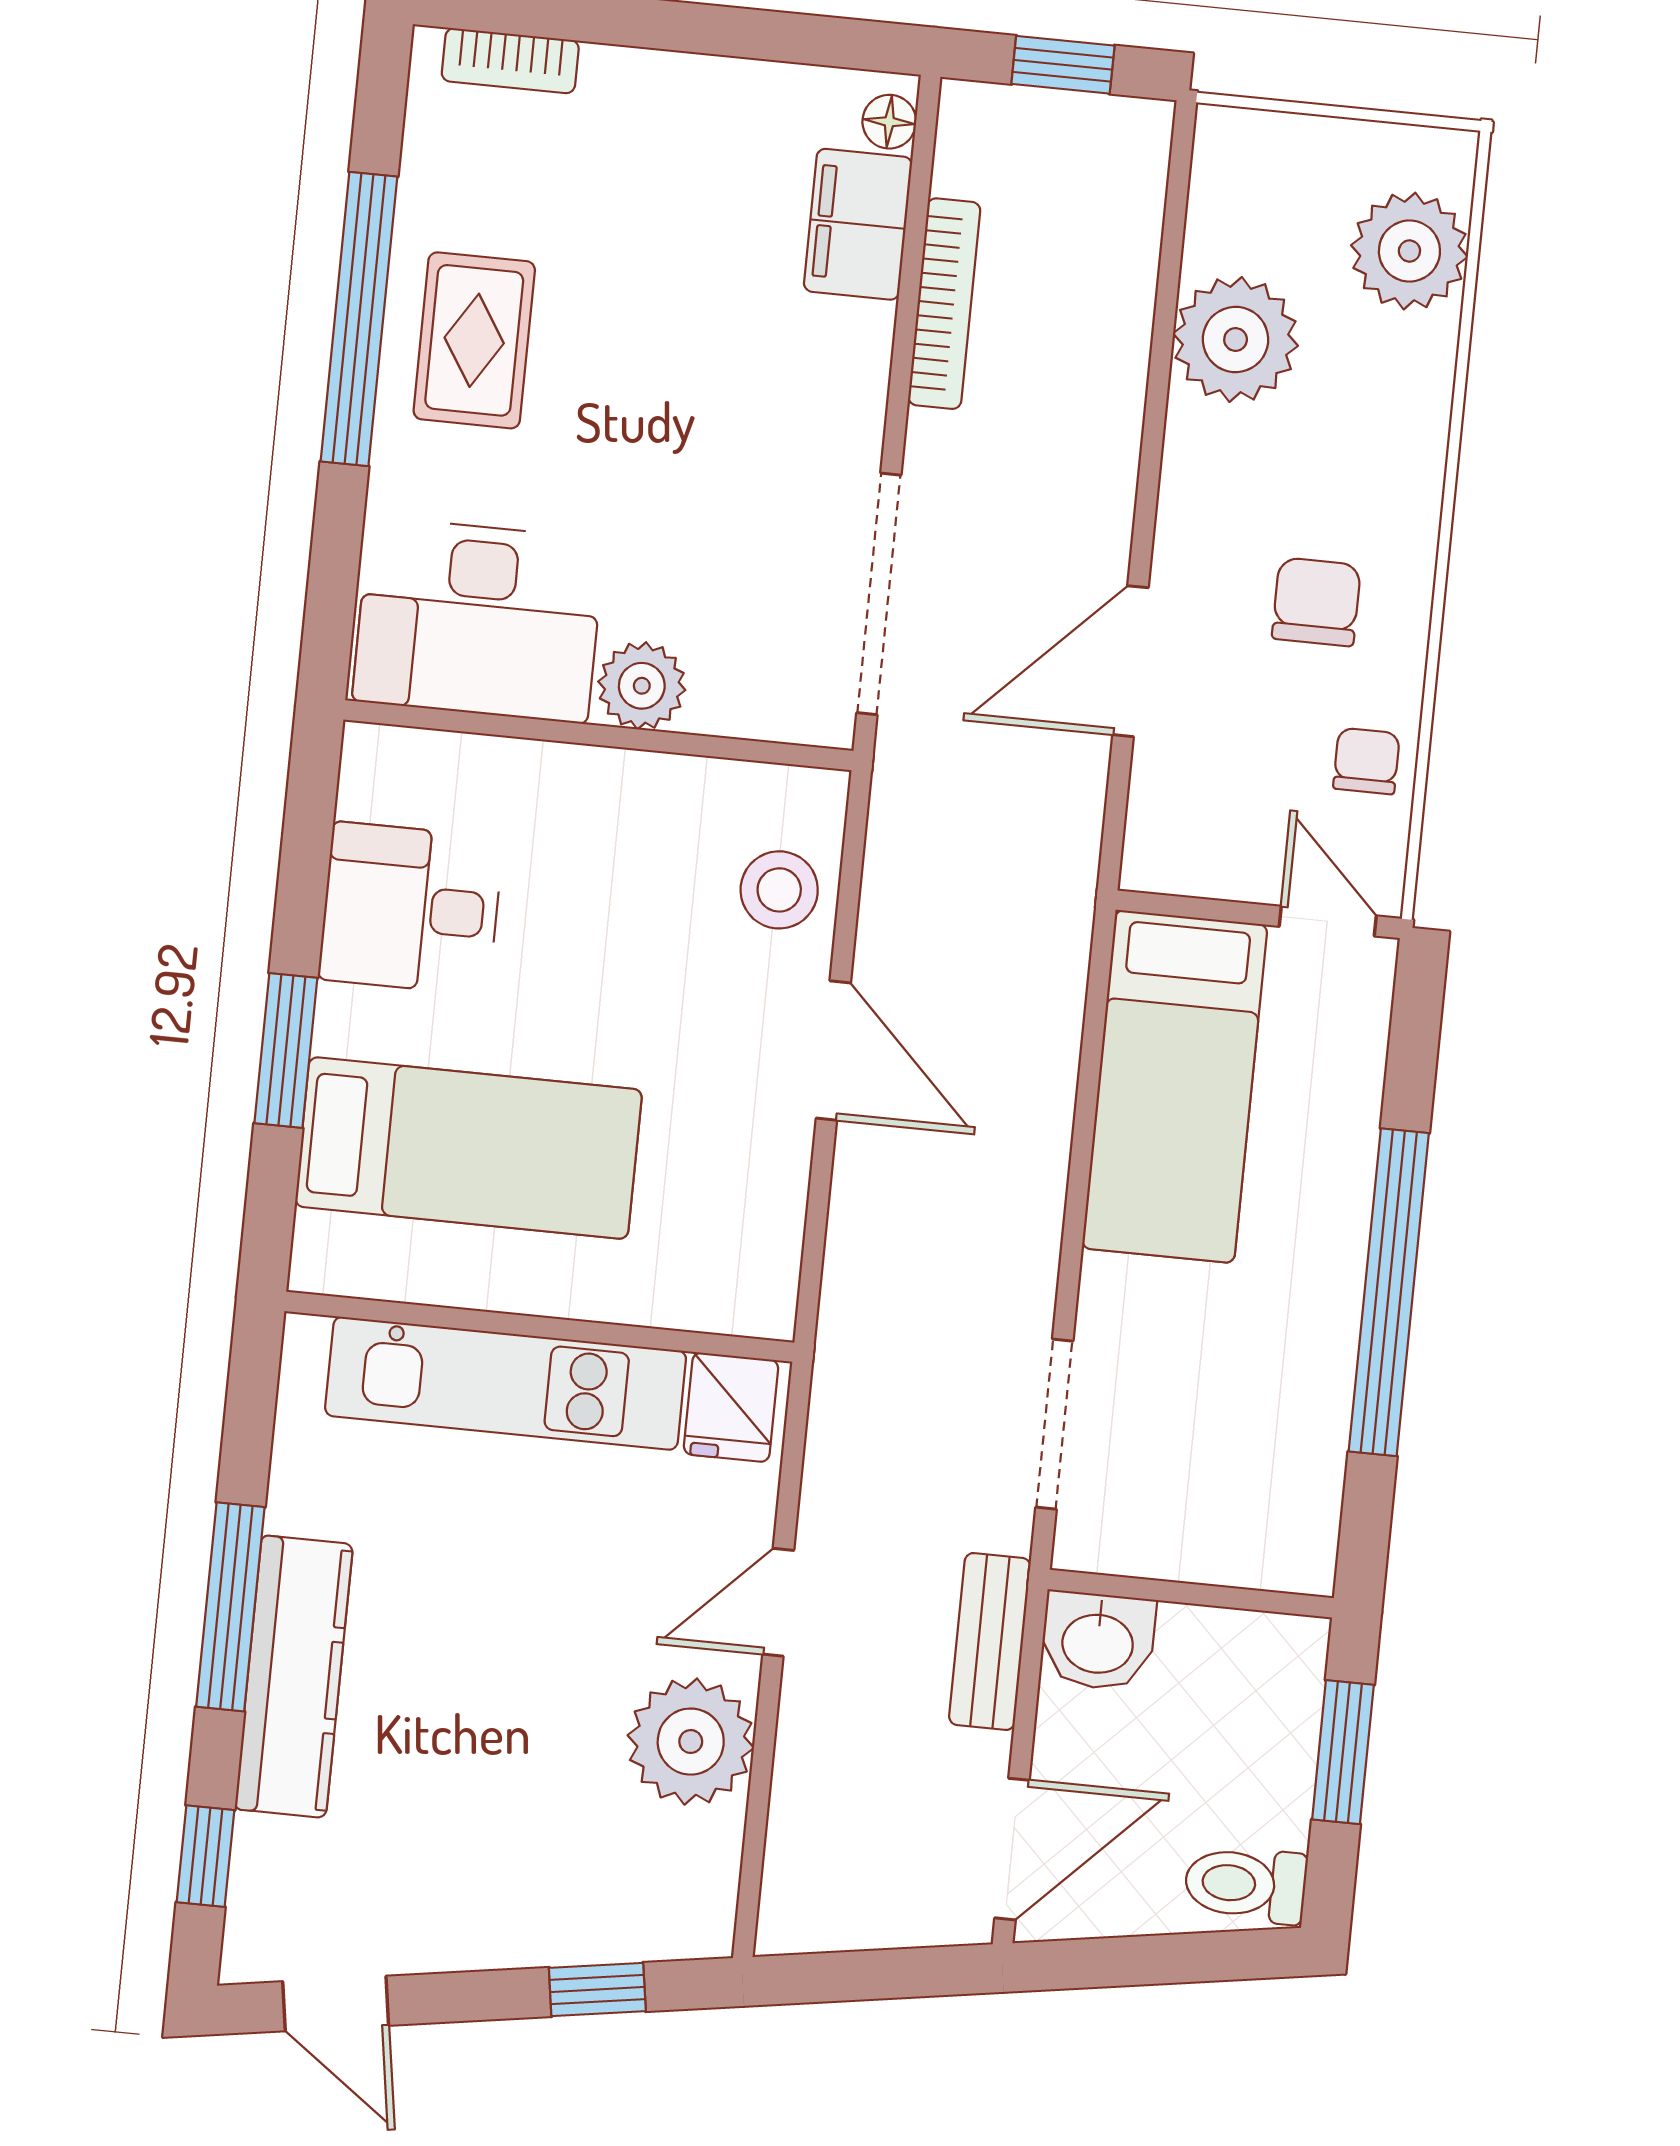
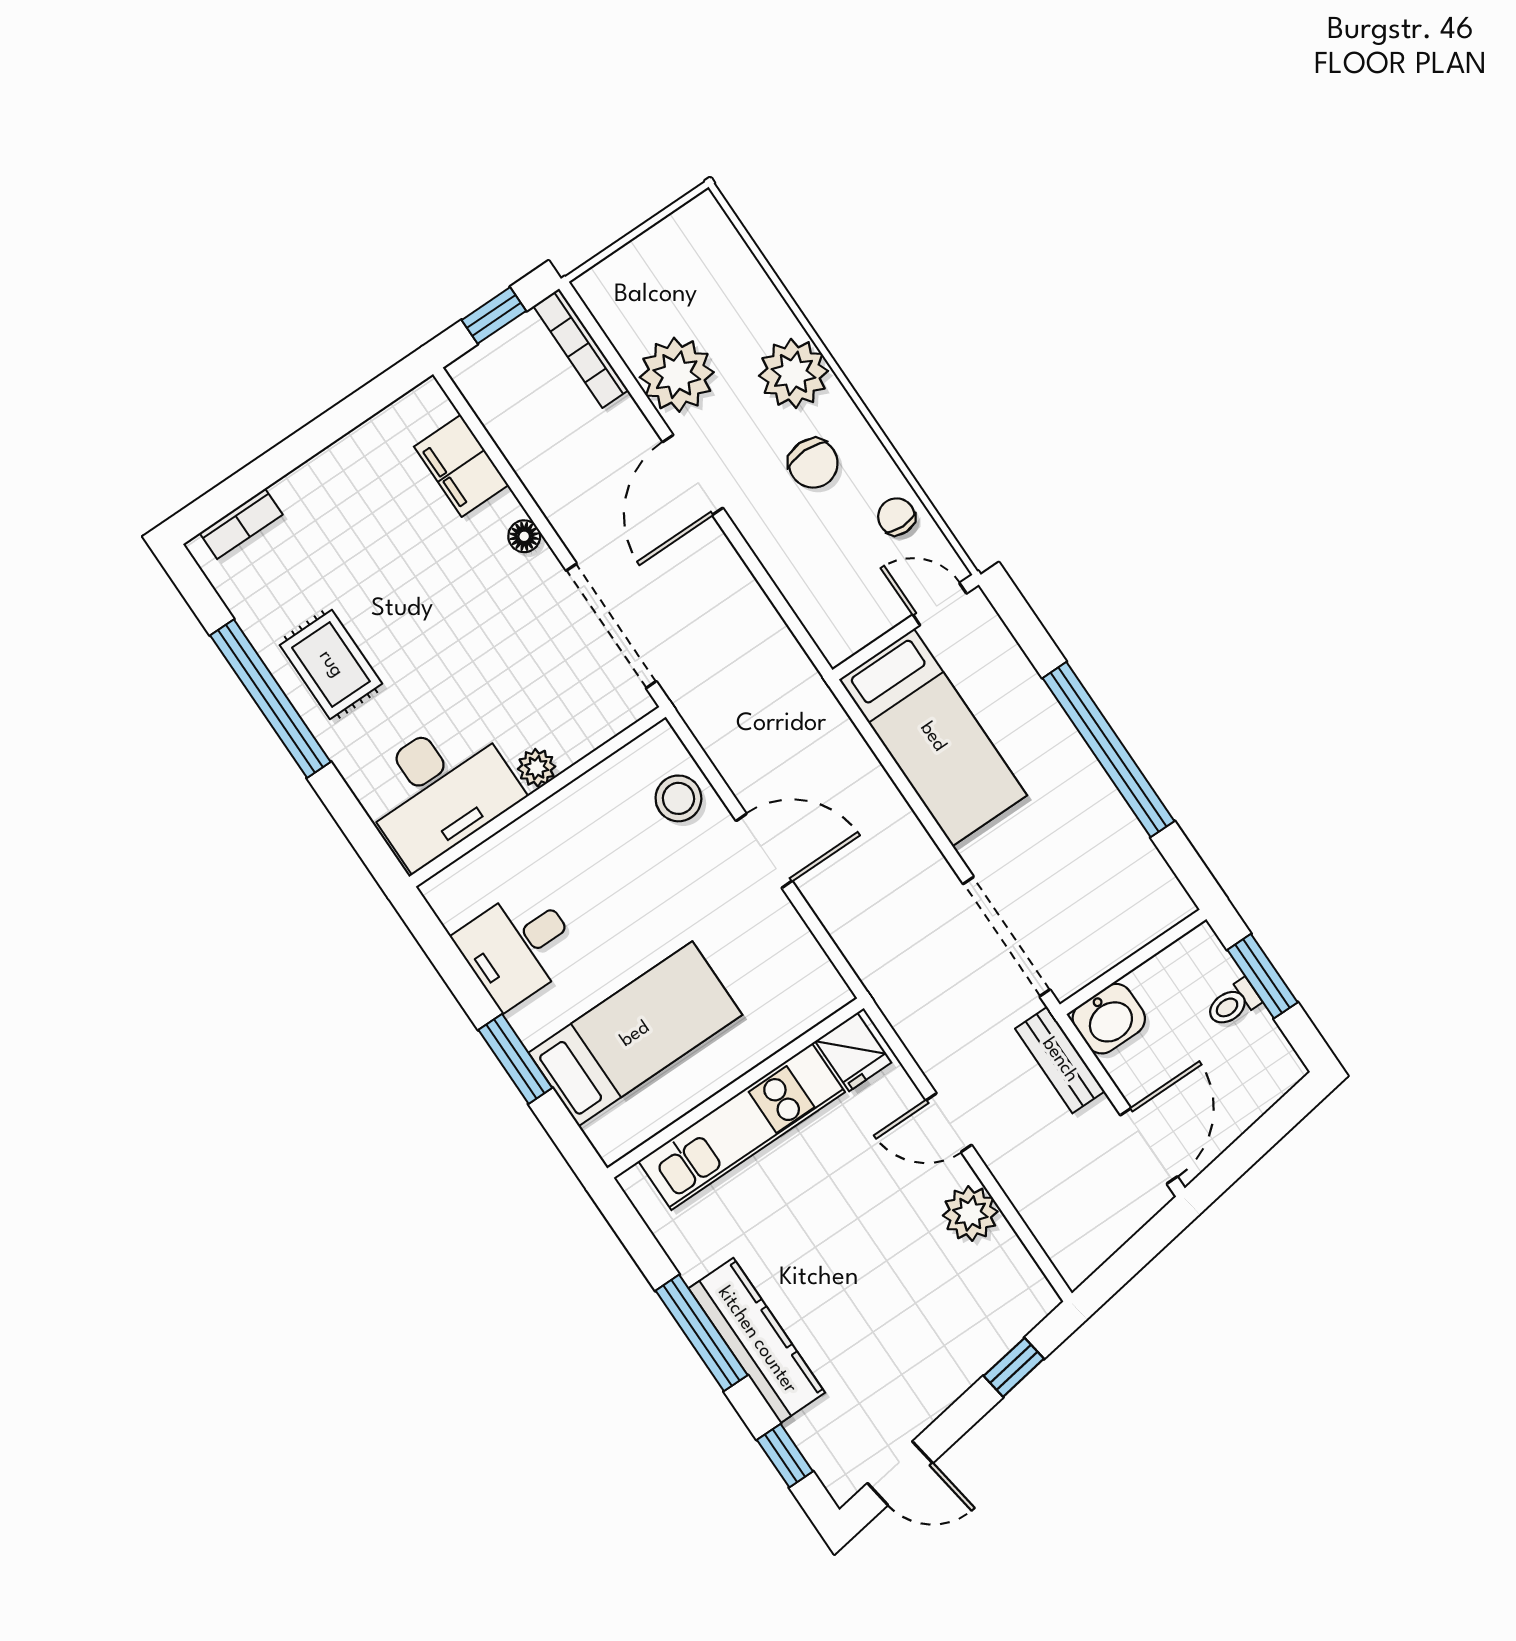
floor lamp: (889, 122) -> (524, 536), moved
plant: (1409, 251) -> (793, 373), moved
bookcase: (944, 304) -> (581, 348), moved, turned 180
chair: (1316, 602) -> (813, 463), turned 180
door: (1131, 661) -> (693, 475), moved
plant: (642, 686) -> (537, 768), width x0.73, depth x0.73
doorway: (1054, 1424) -> (1007, 937), width x1.36
door: (778, 1602) -> (949, 1123), hinge flipped
plant: (691, 1742) -> (970, 1213), width x0.73, depth x0.73
toilet: (1246, 1884) -> (1233, 1003), moved, width x0.73, depth x0.72

